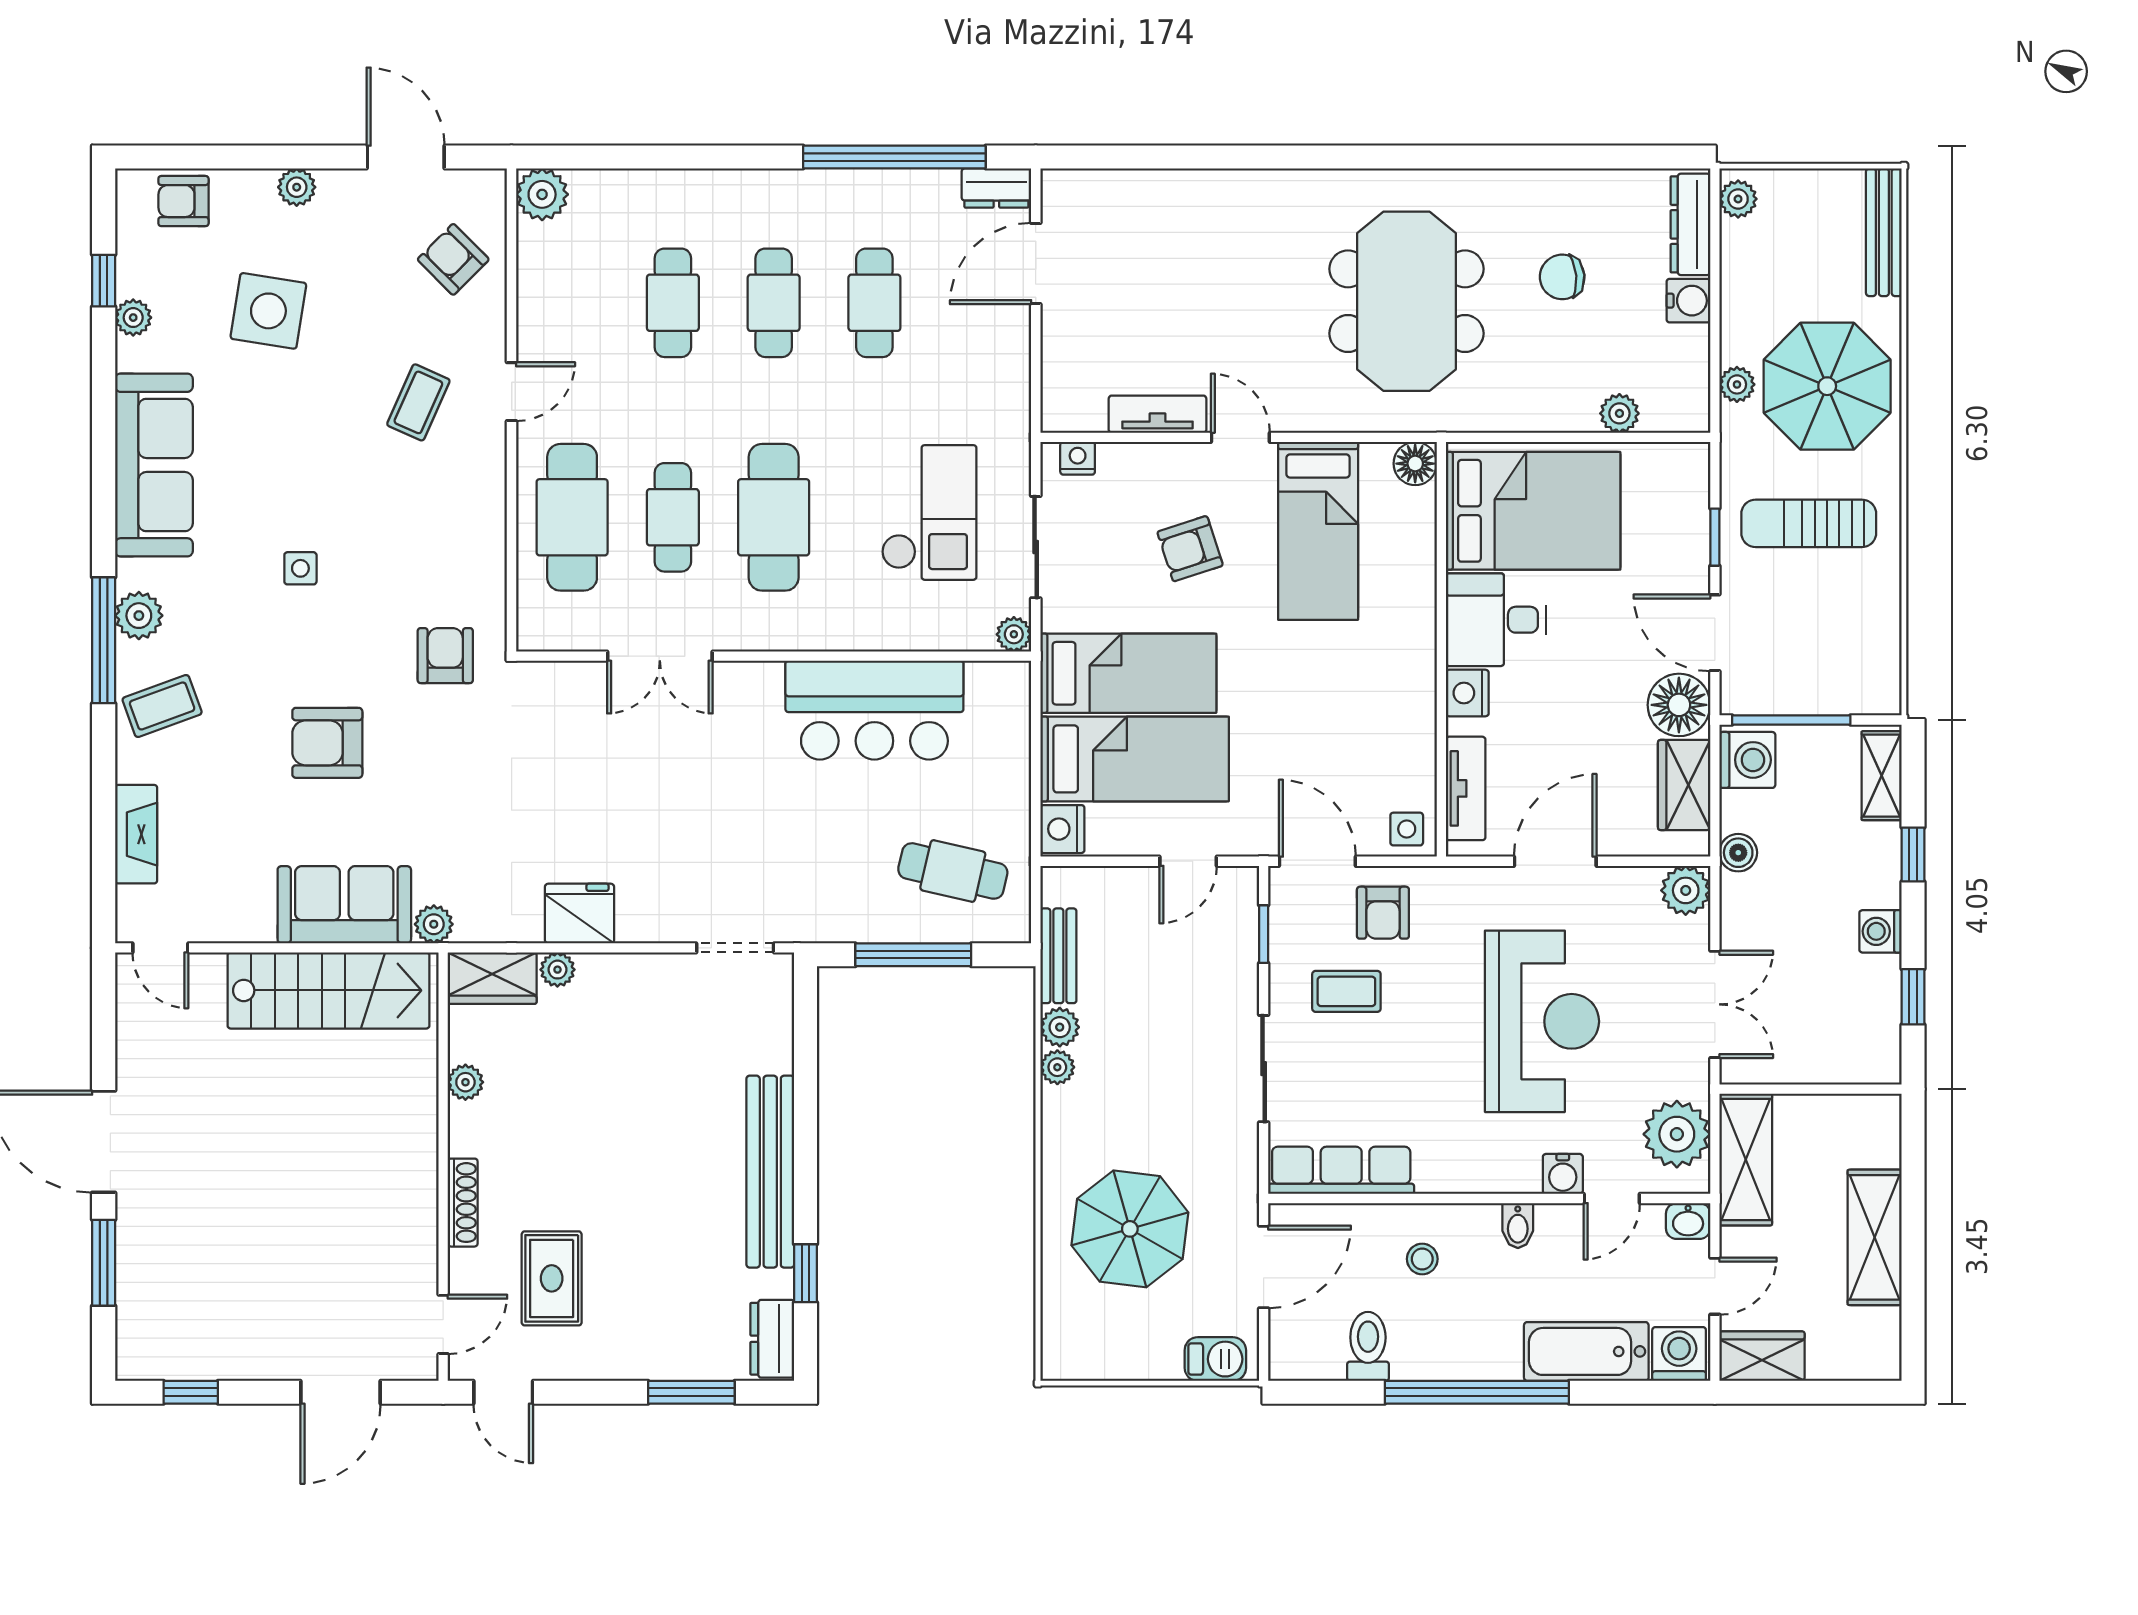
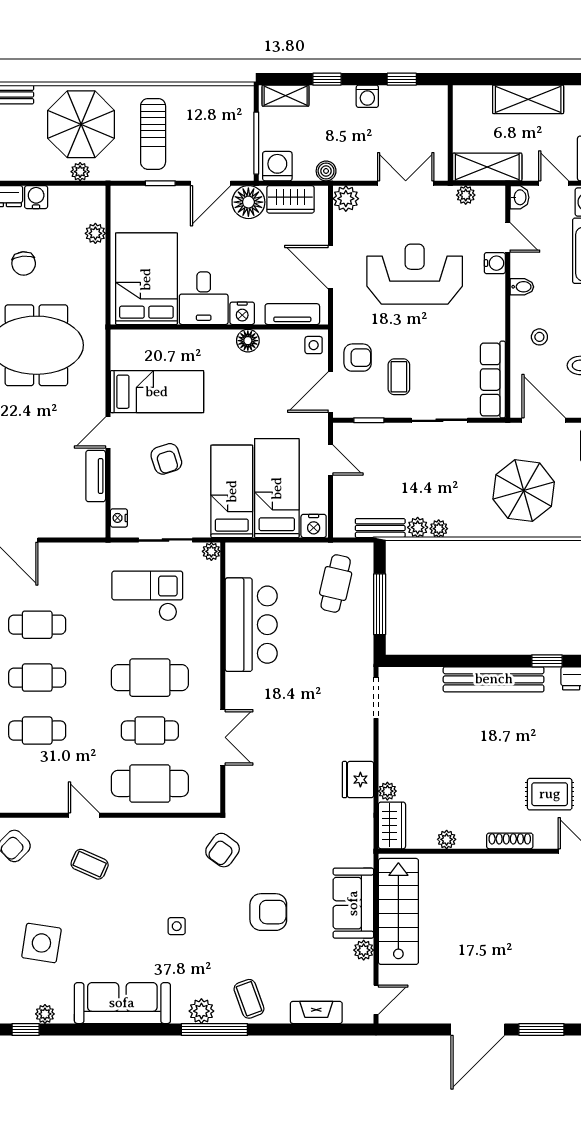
floor lamp: (1415, 464) -> (248, 341), moved
armchair: (445, 656) -> (223, 850), turned -54
armchair: (327, 743) -> (268, 912), turned -90
plant: (434, 924) -> (364, 950), moved
plant: (1677, 1134) -> (466, 195), width x0.53, depth x0.53

